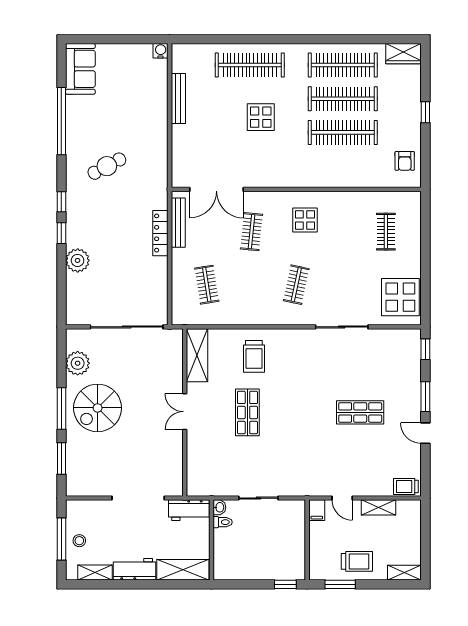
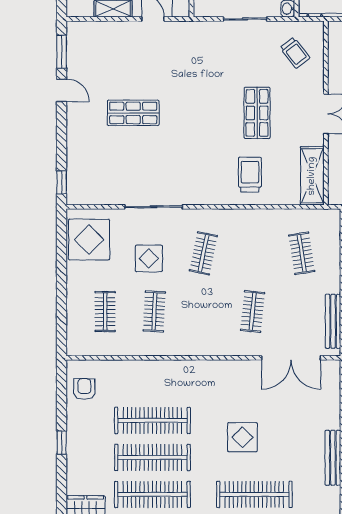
double door: (216, 189) -> (291, 358), swing flipped
display table: (305, 220) -> (149, 258), moved
clothes rail: (341, 232) -> (154, 311), added
window: (425, 397) -> (62, 52), moved
trolley: (406, 487) -> (295, 53), moved, turned 52

